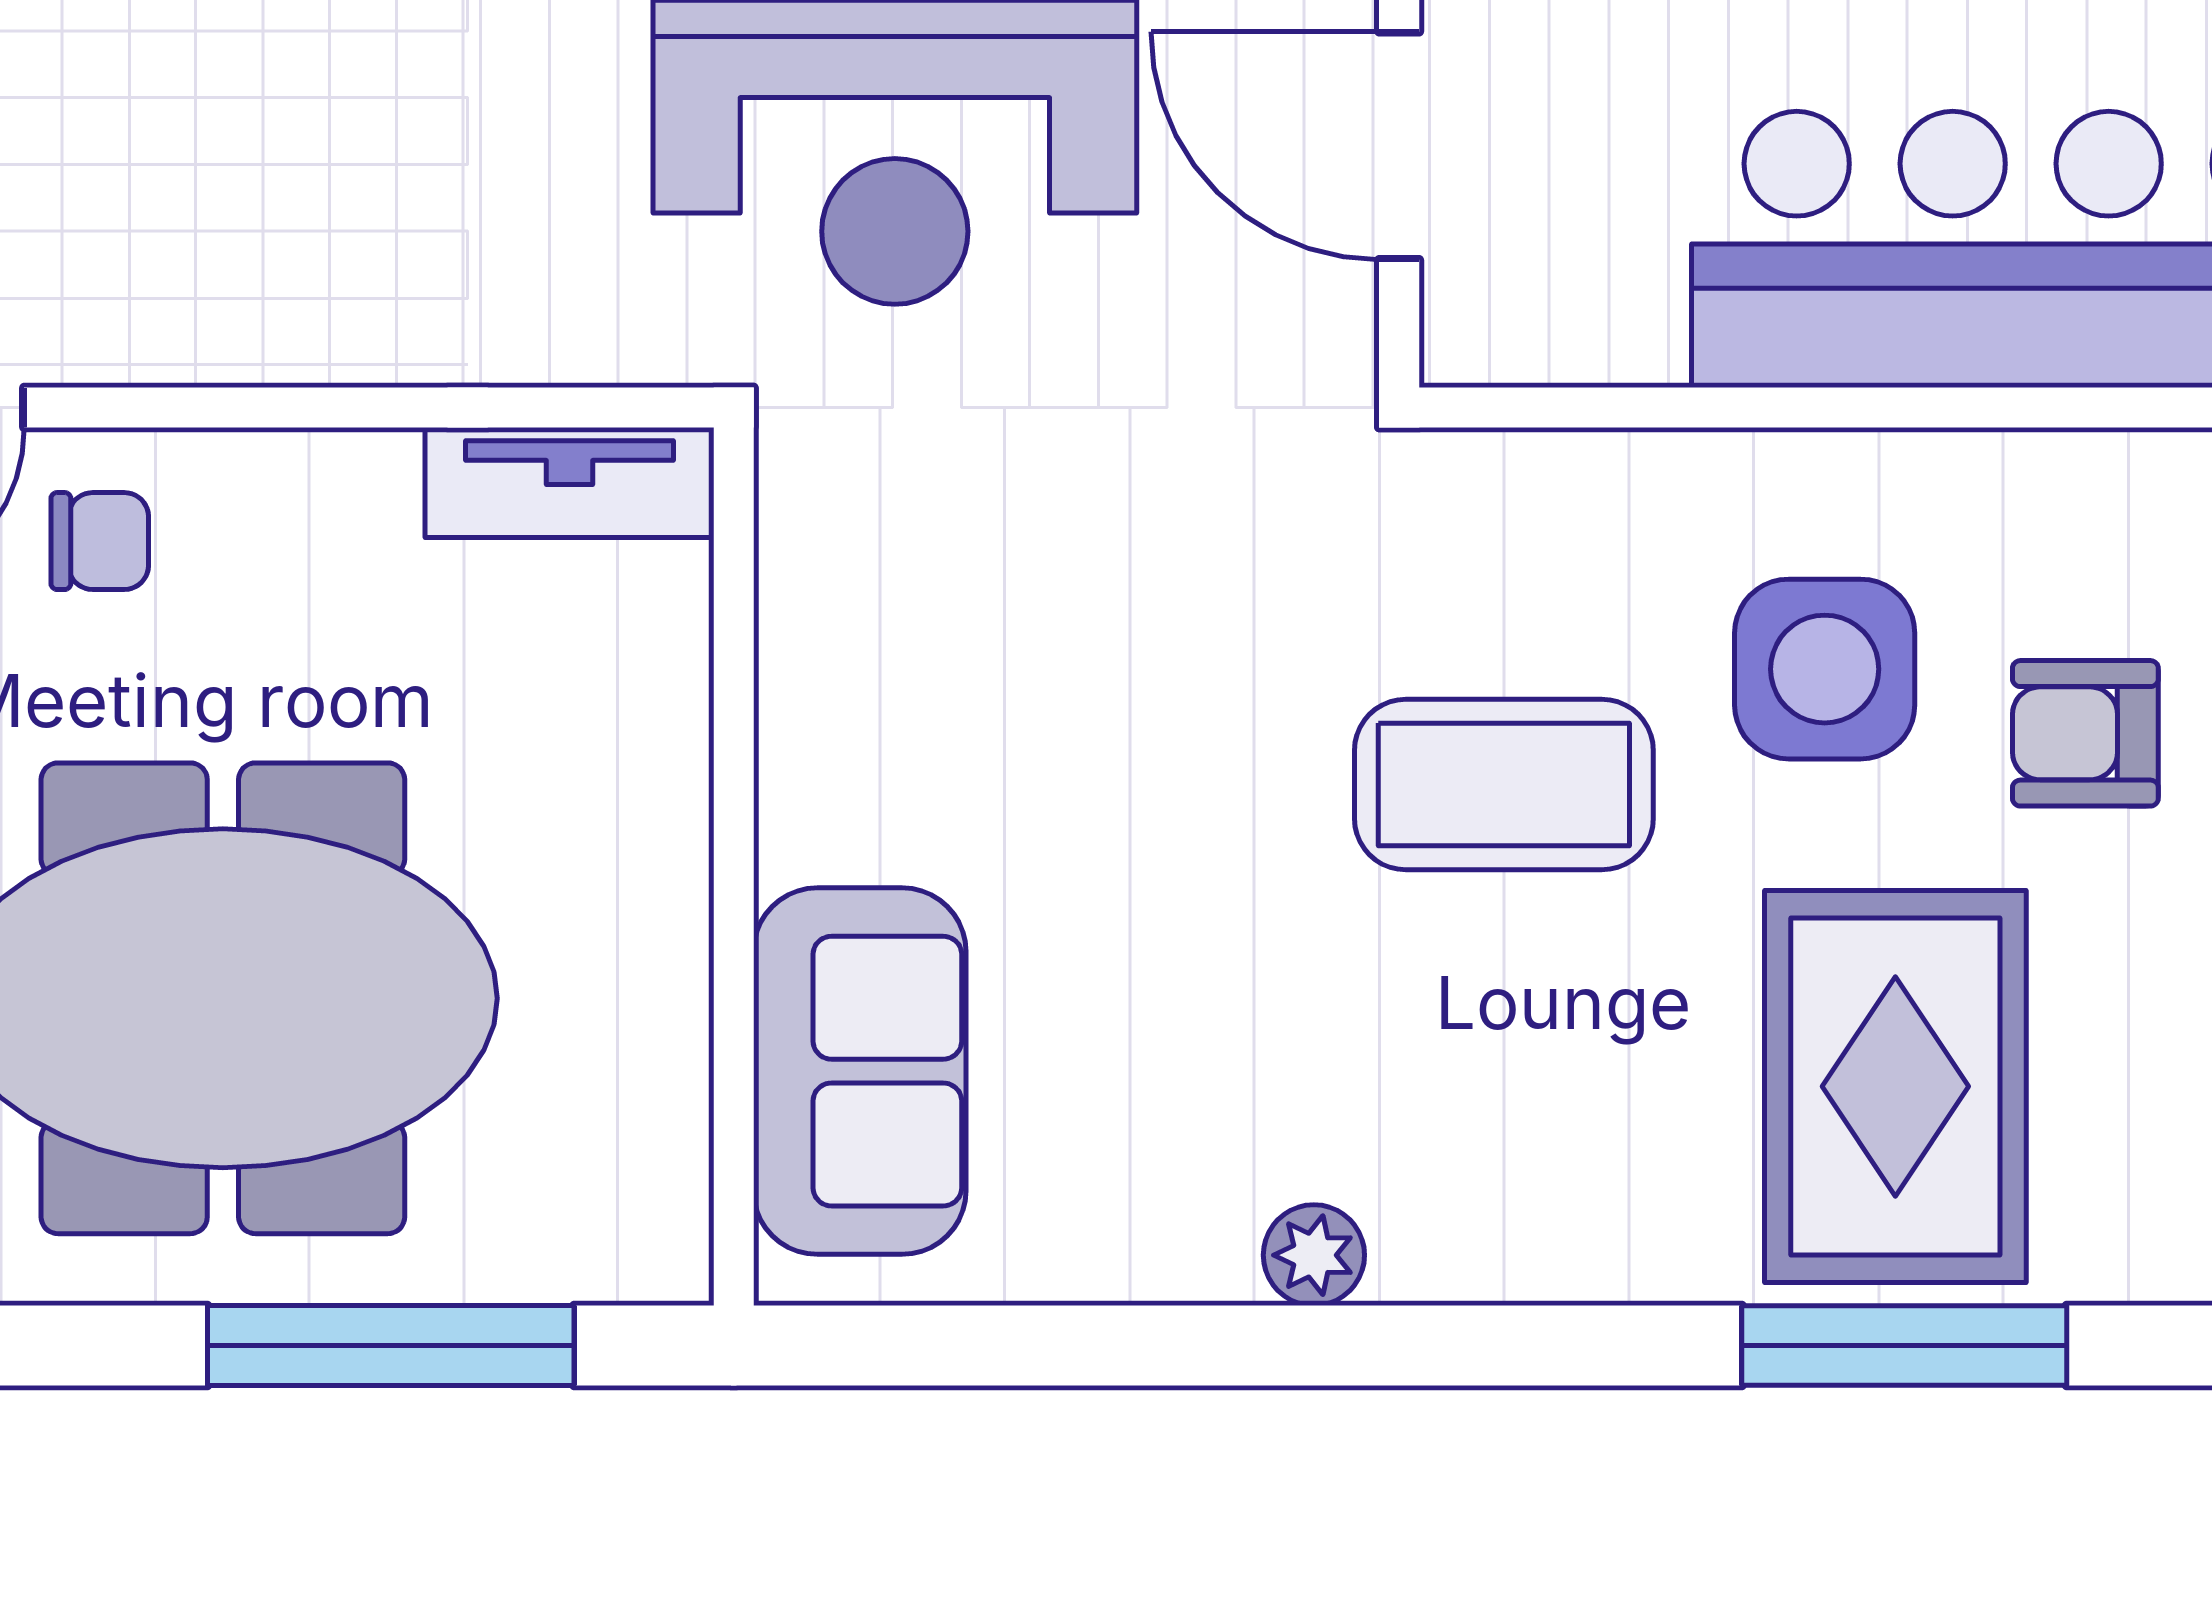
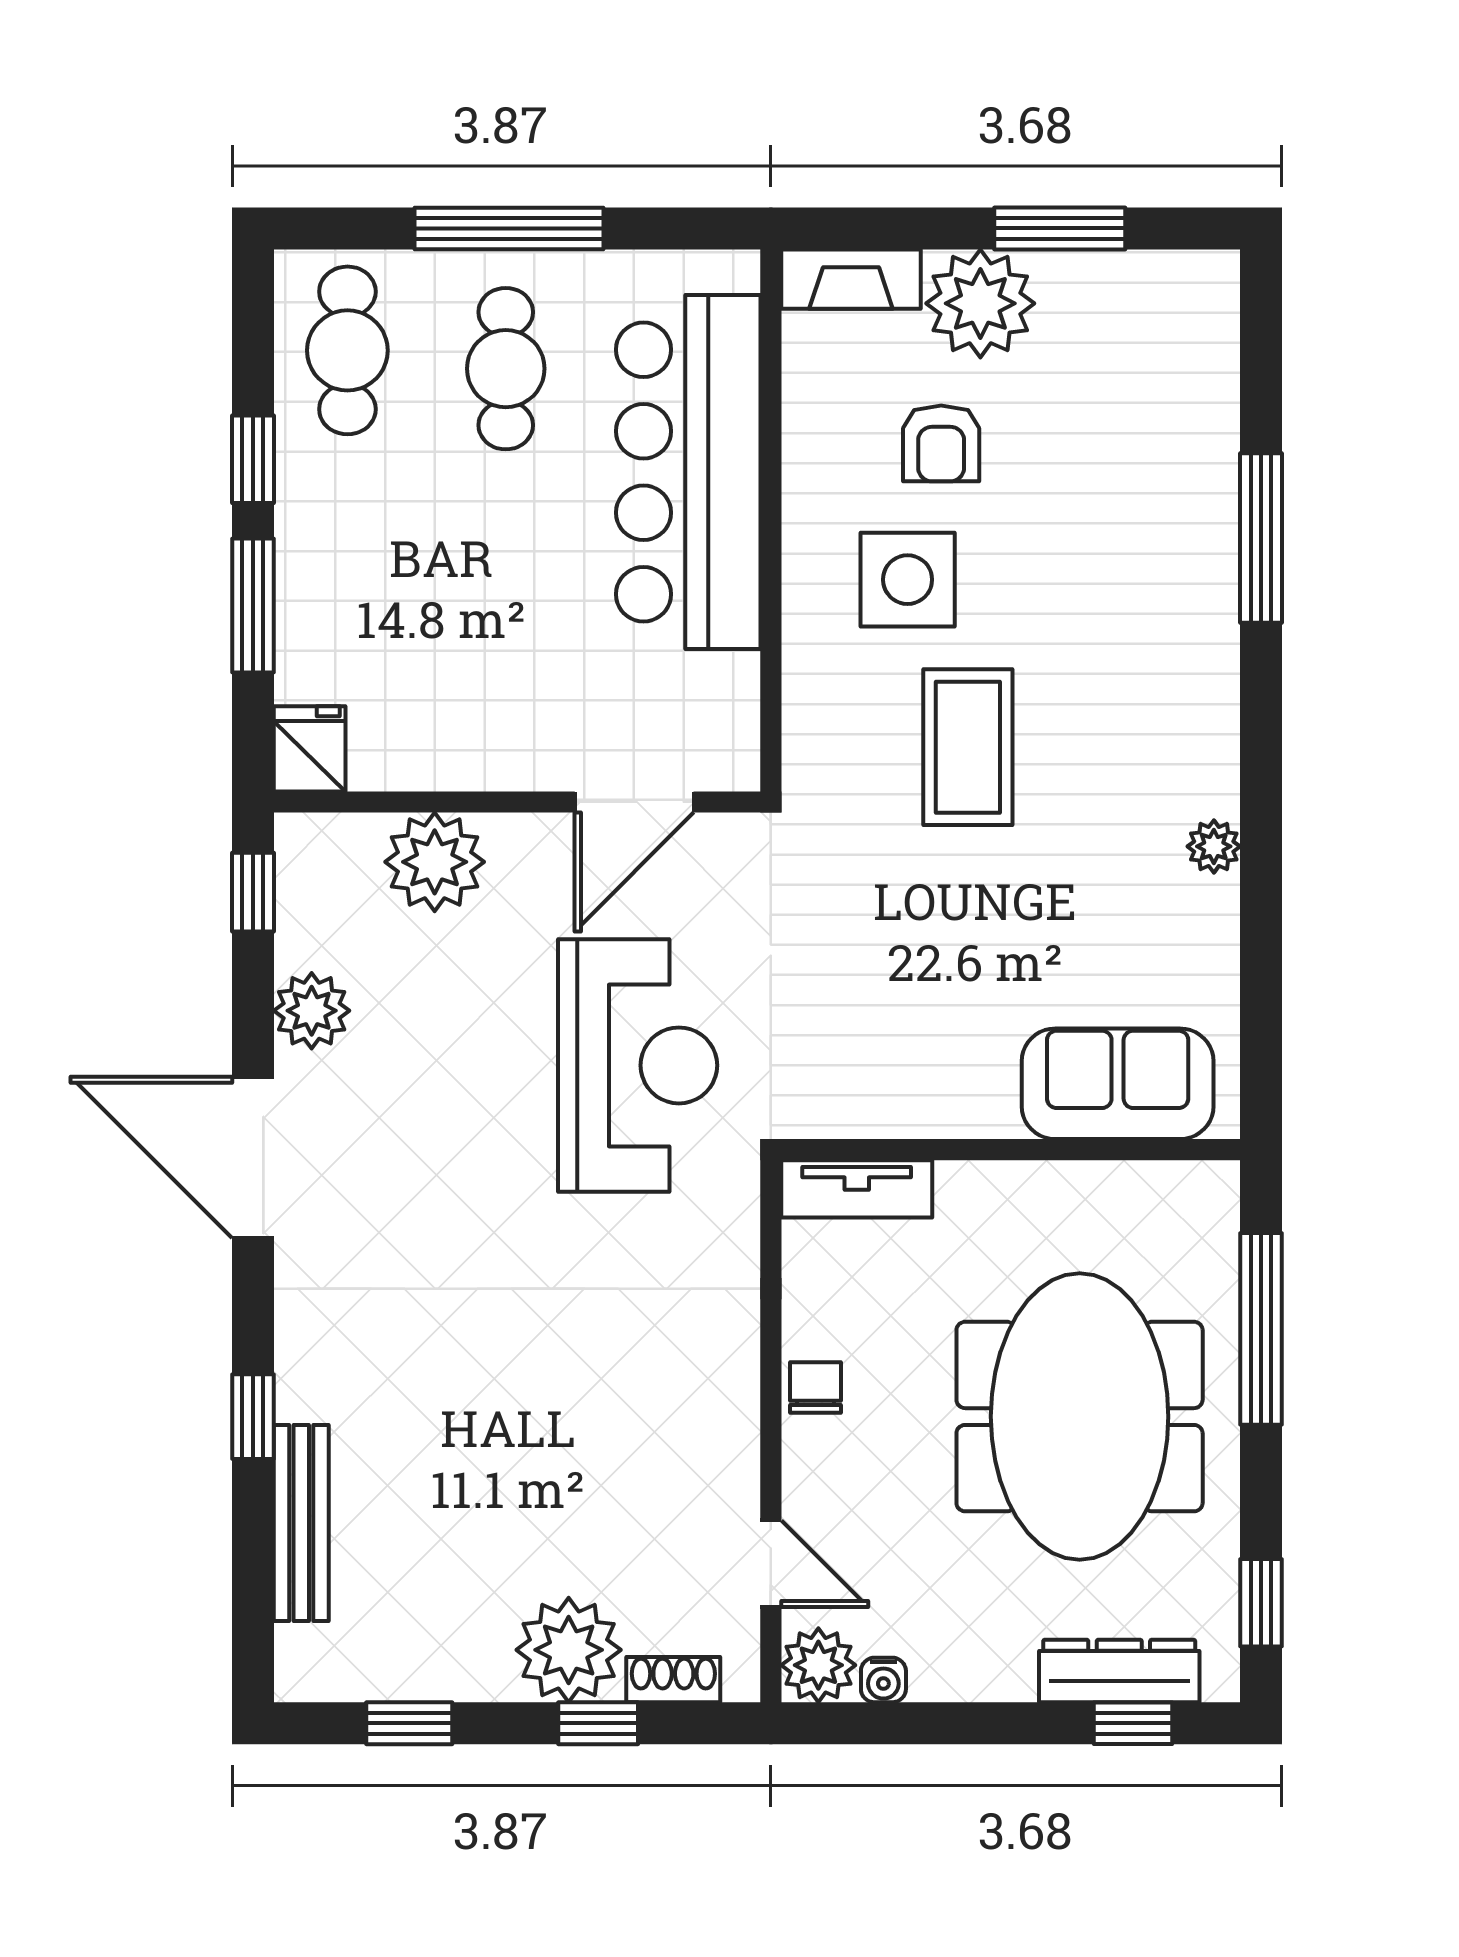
tv unit: (569, 483) -> (857, 1189), moved, turned 90
chair: (100, 541) -> (816, 1388), moved
rug: (1895, 1086) -> (1126, 543), removed

